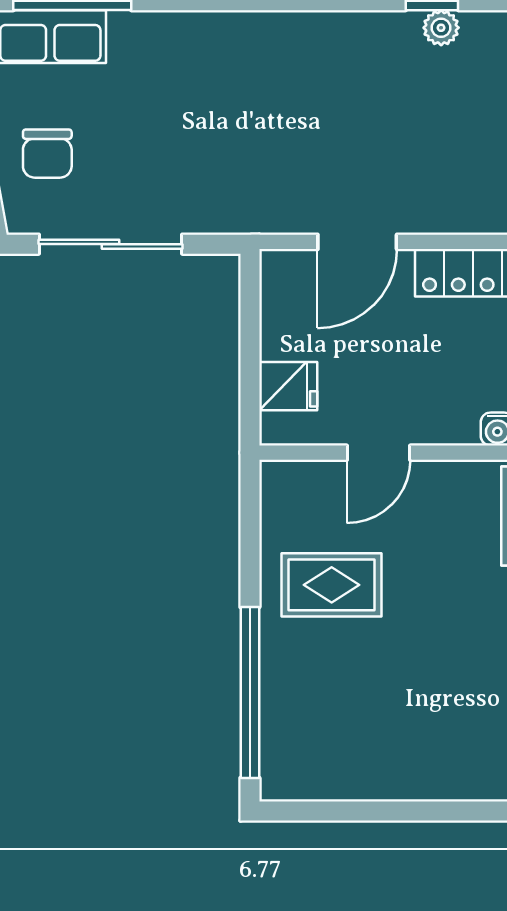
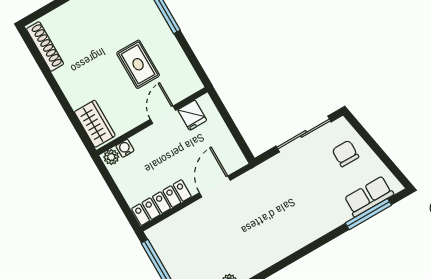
fridge: (288, 386) -> (192, 115), moved, turned -90
rug: (332, 585) -> (138, 64), moved, turned 90

